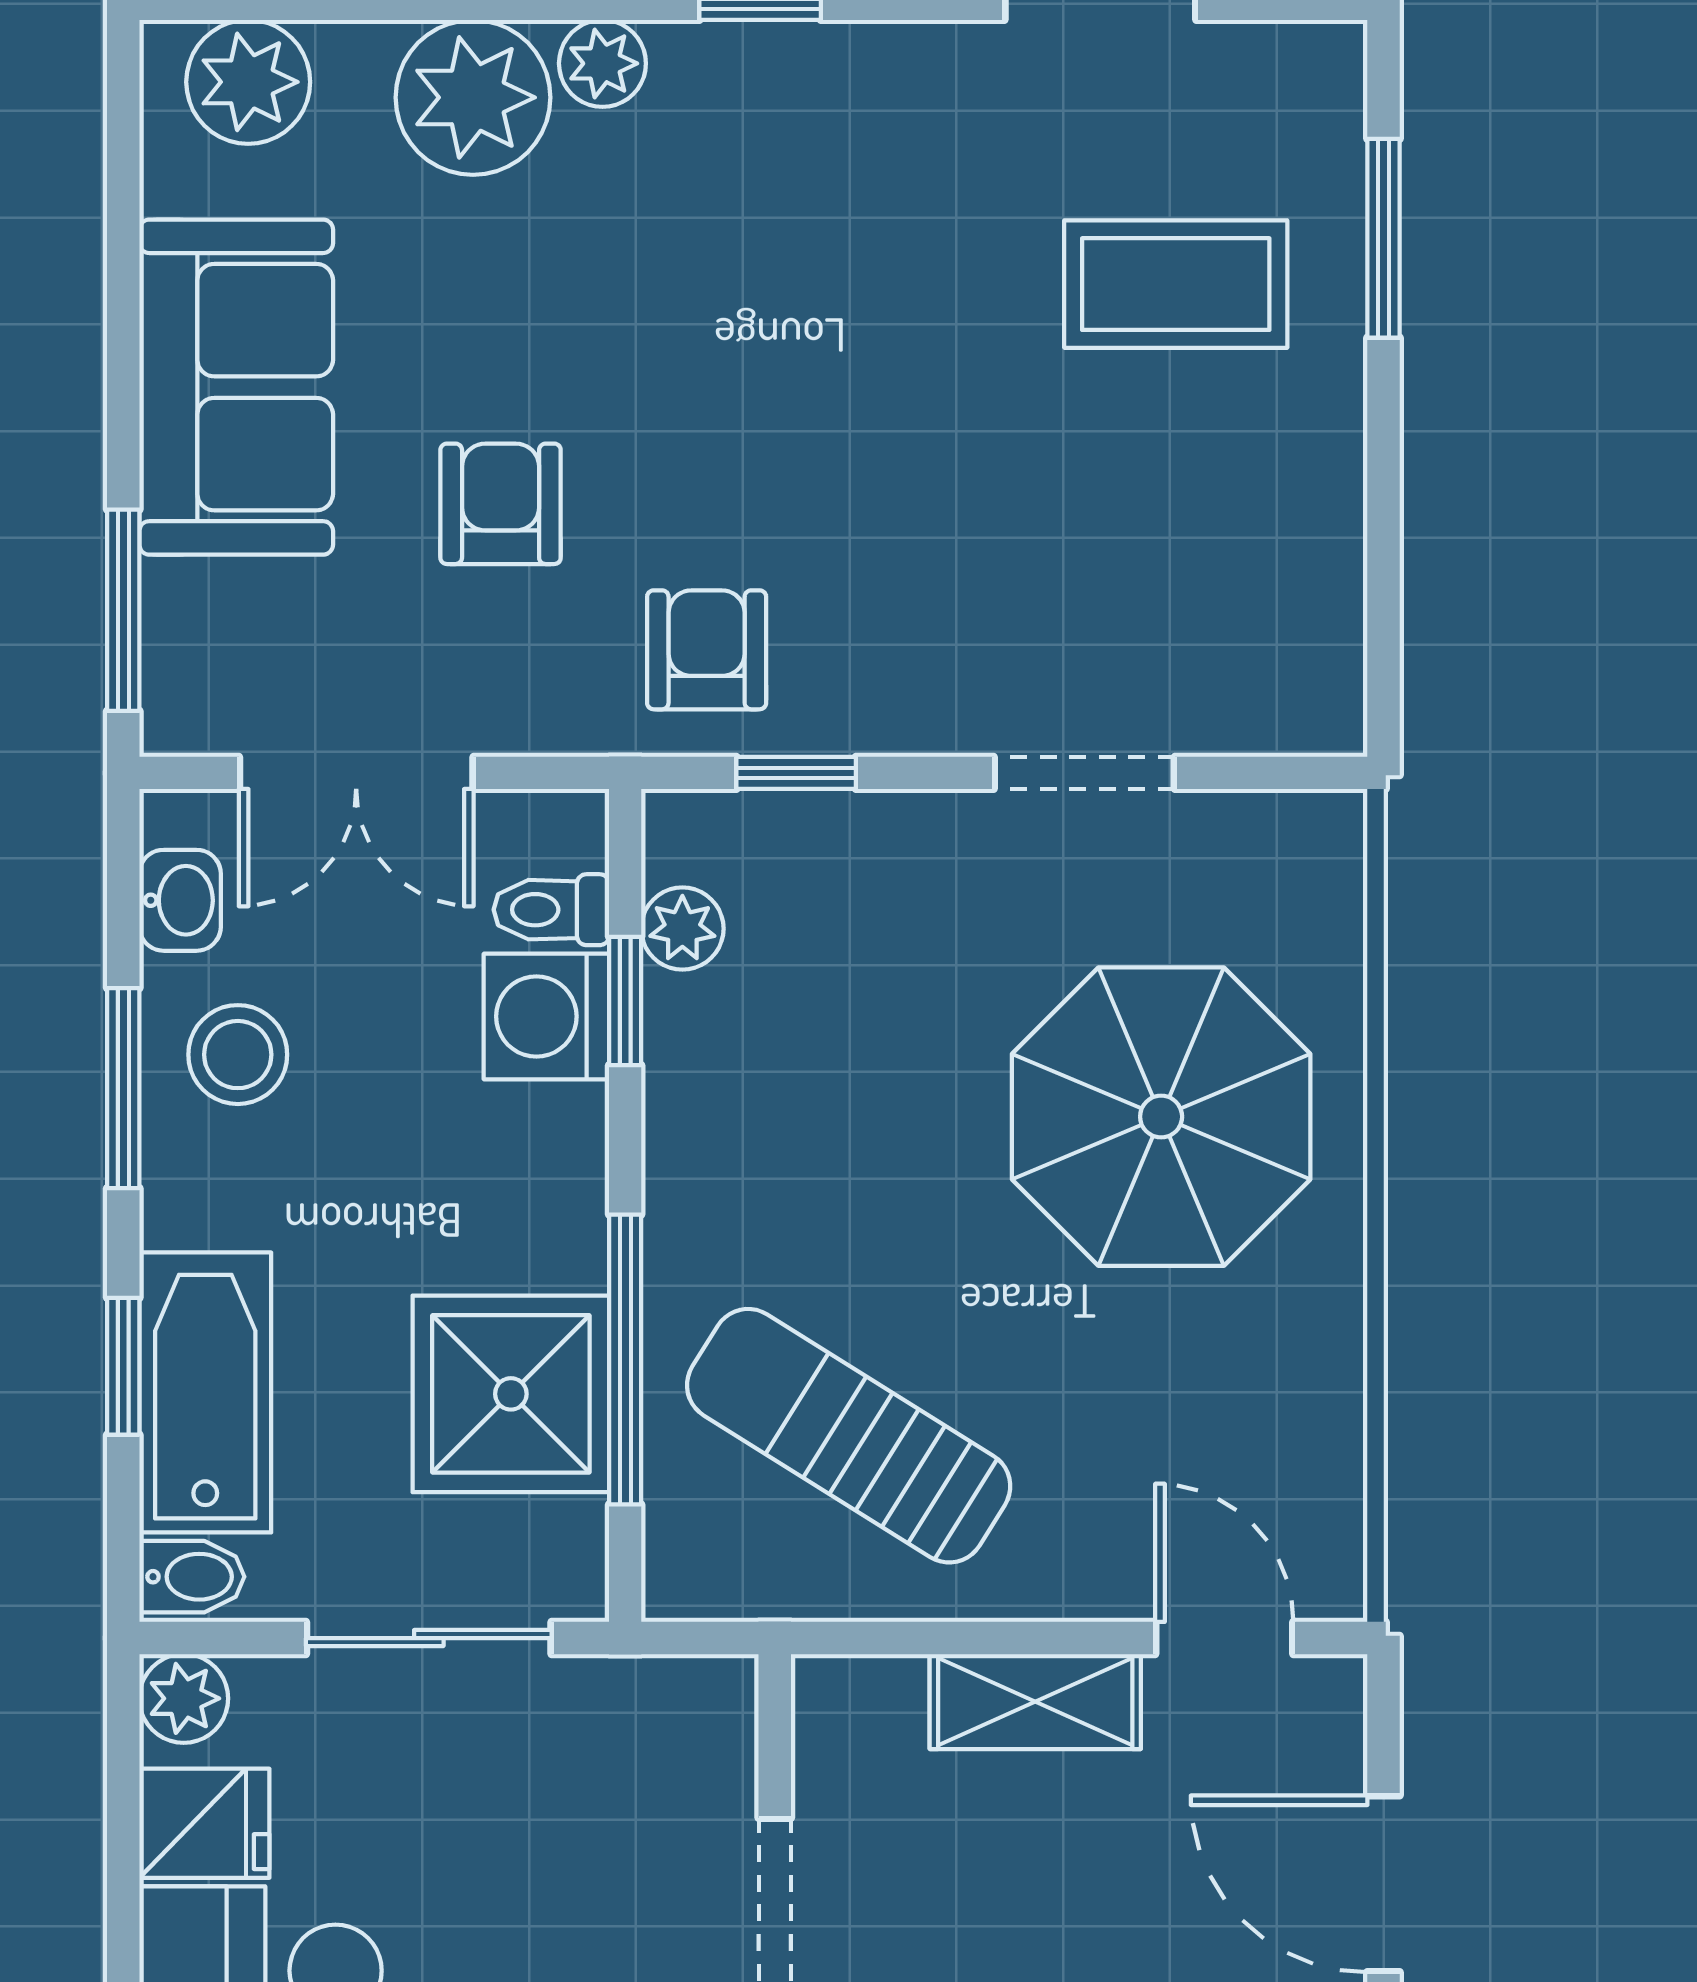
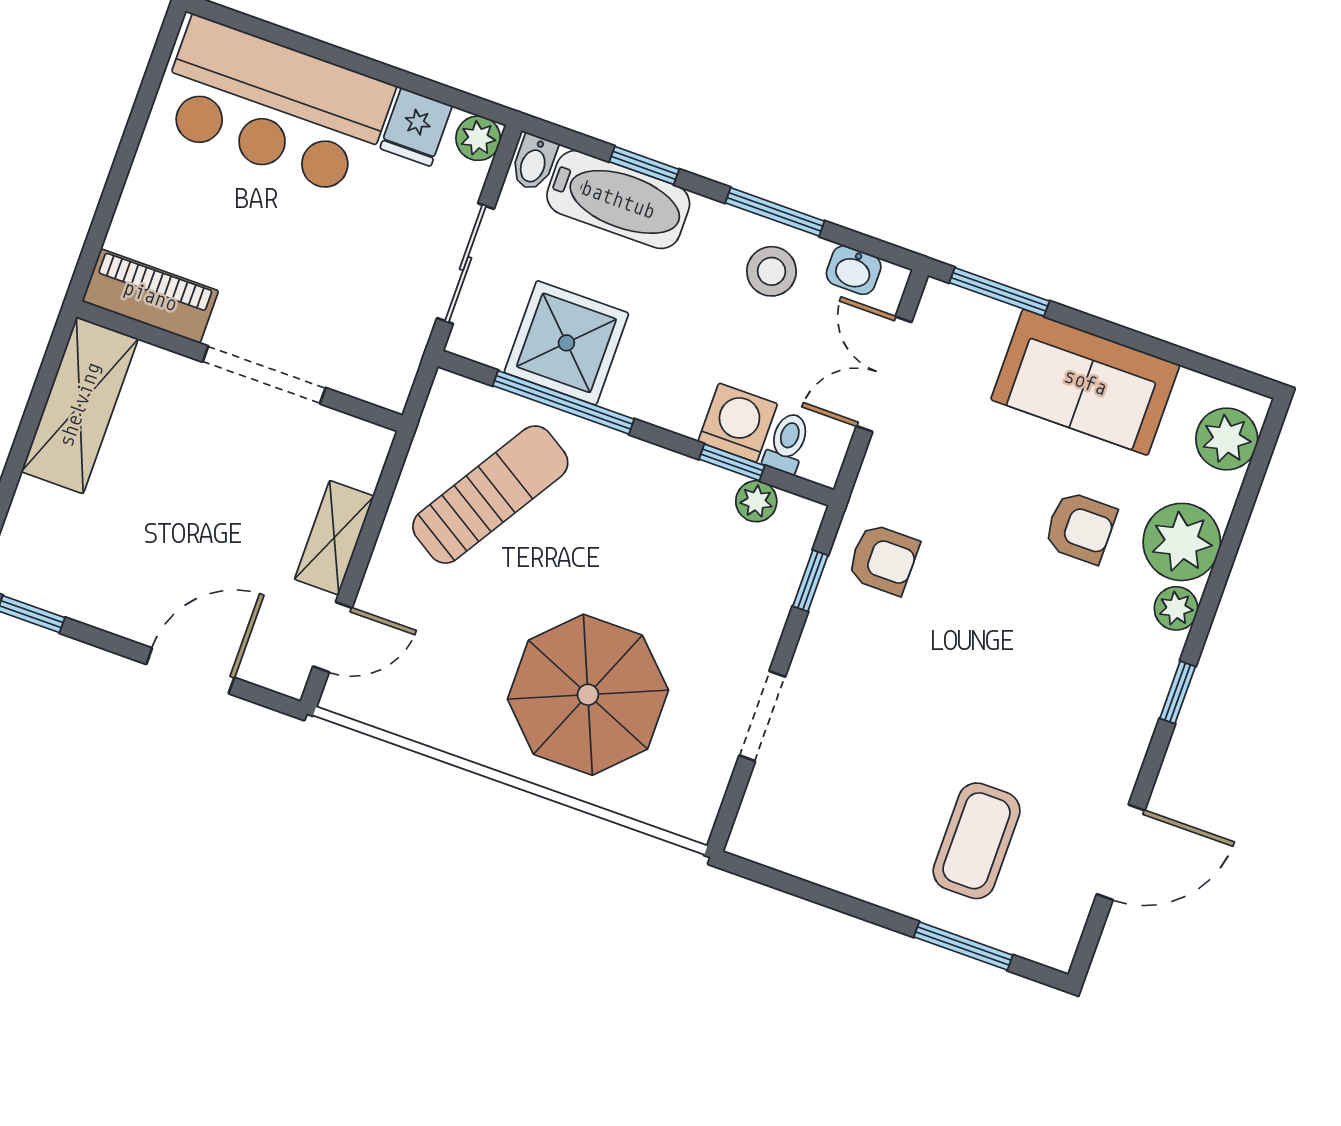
armchair: (501, 504) -> (1080, 528), moved

